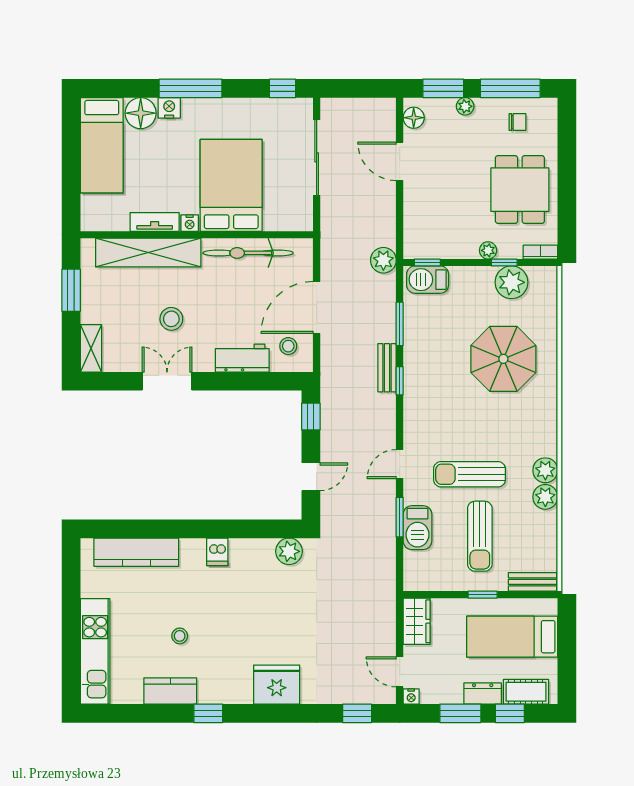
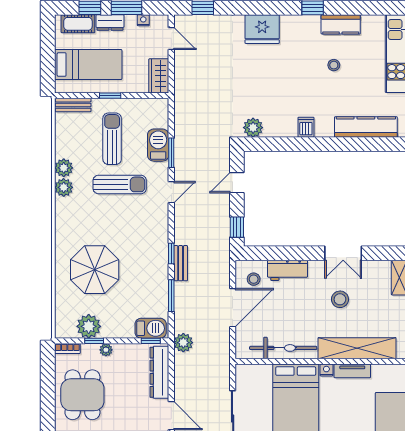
dresser: (416, 220) -> (159, 372), added
nightstand: (411, 697) -> (143, 20), moved

